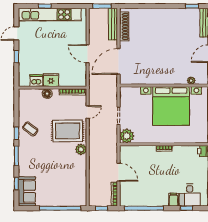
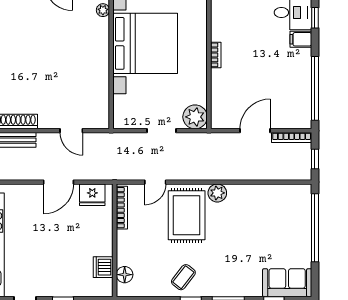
door: (119, 61) -> (71, 131), width x0.53
fridge: (51, 80) -> (92, 195), moved, turned -90
floor lamp: (47, 94) -> (125, 275), moved
door: (88, 112) -> (155, 182), swing flipped

